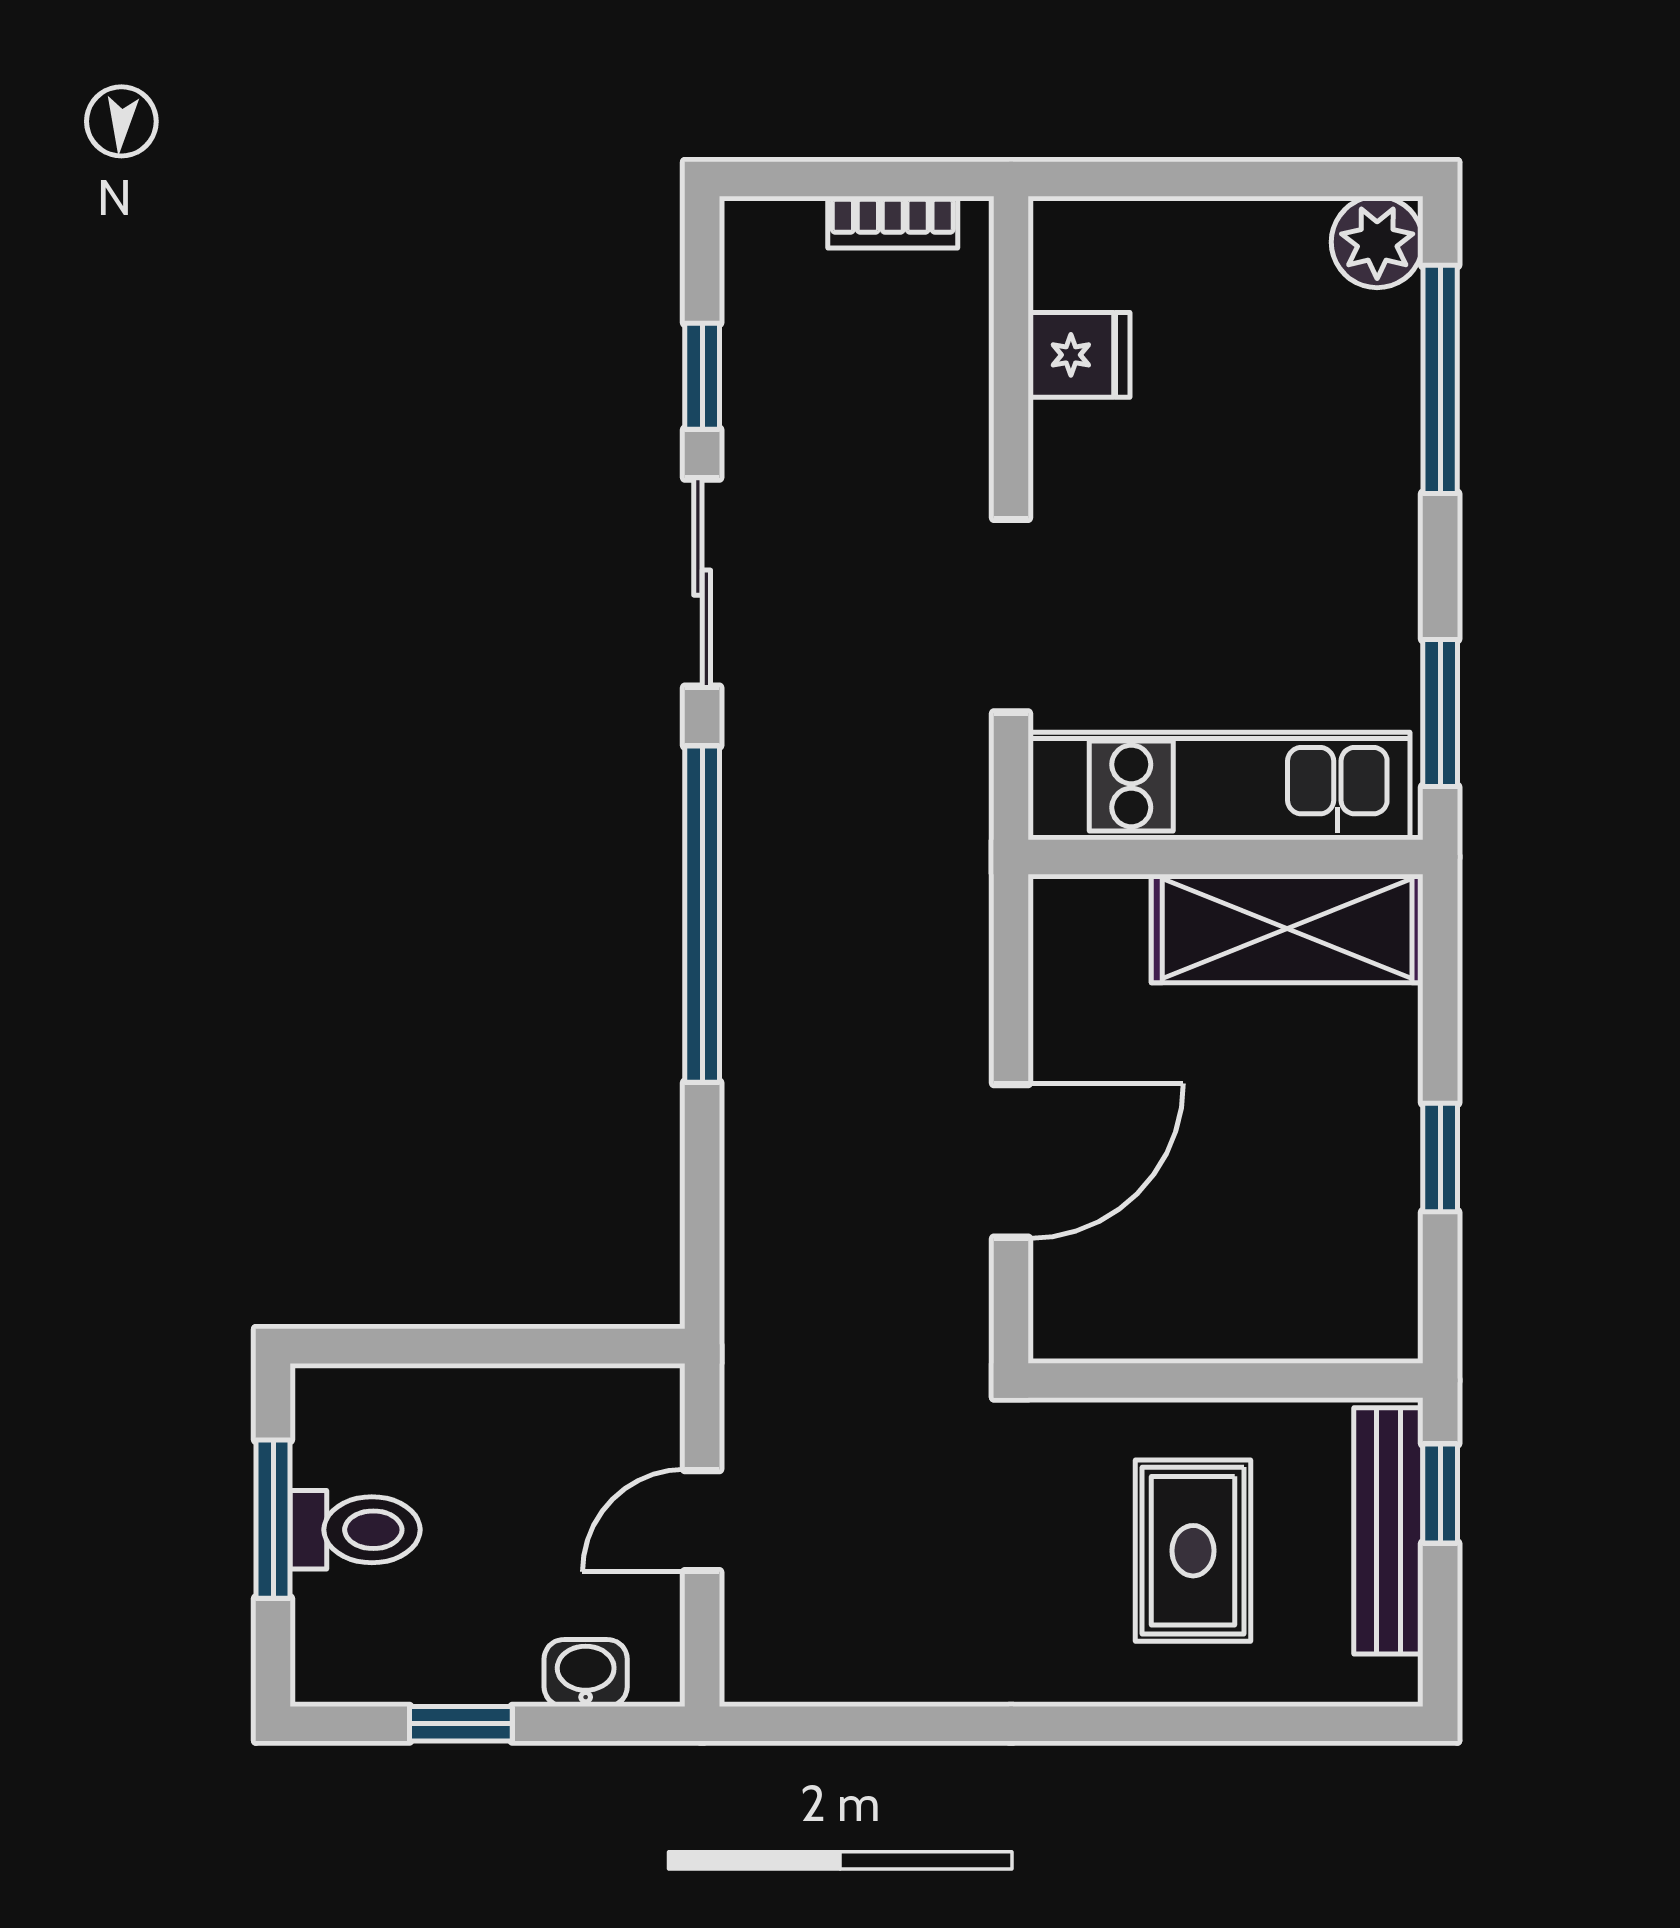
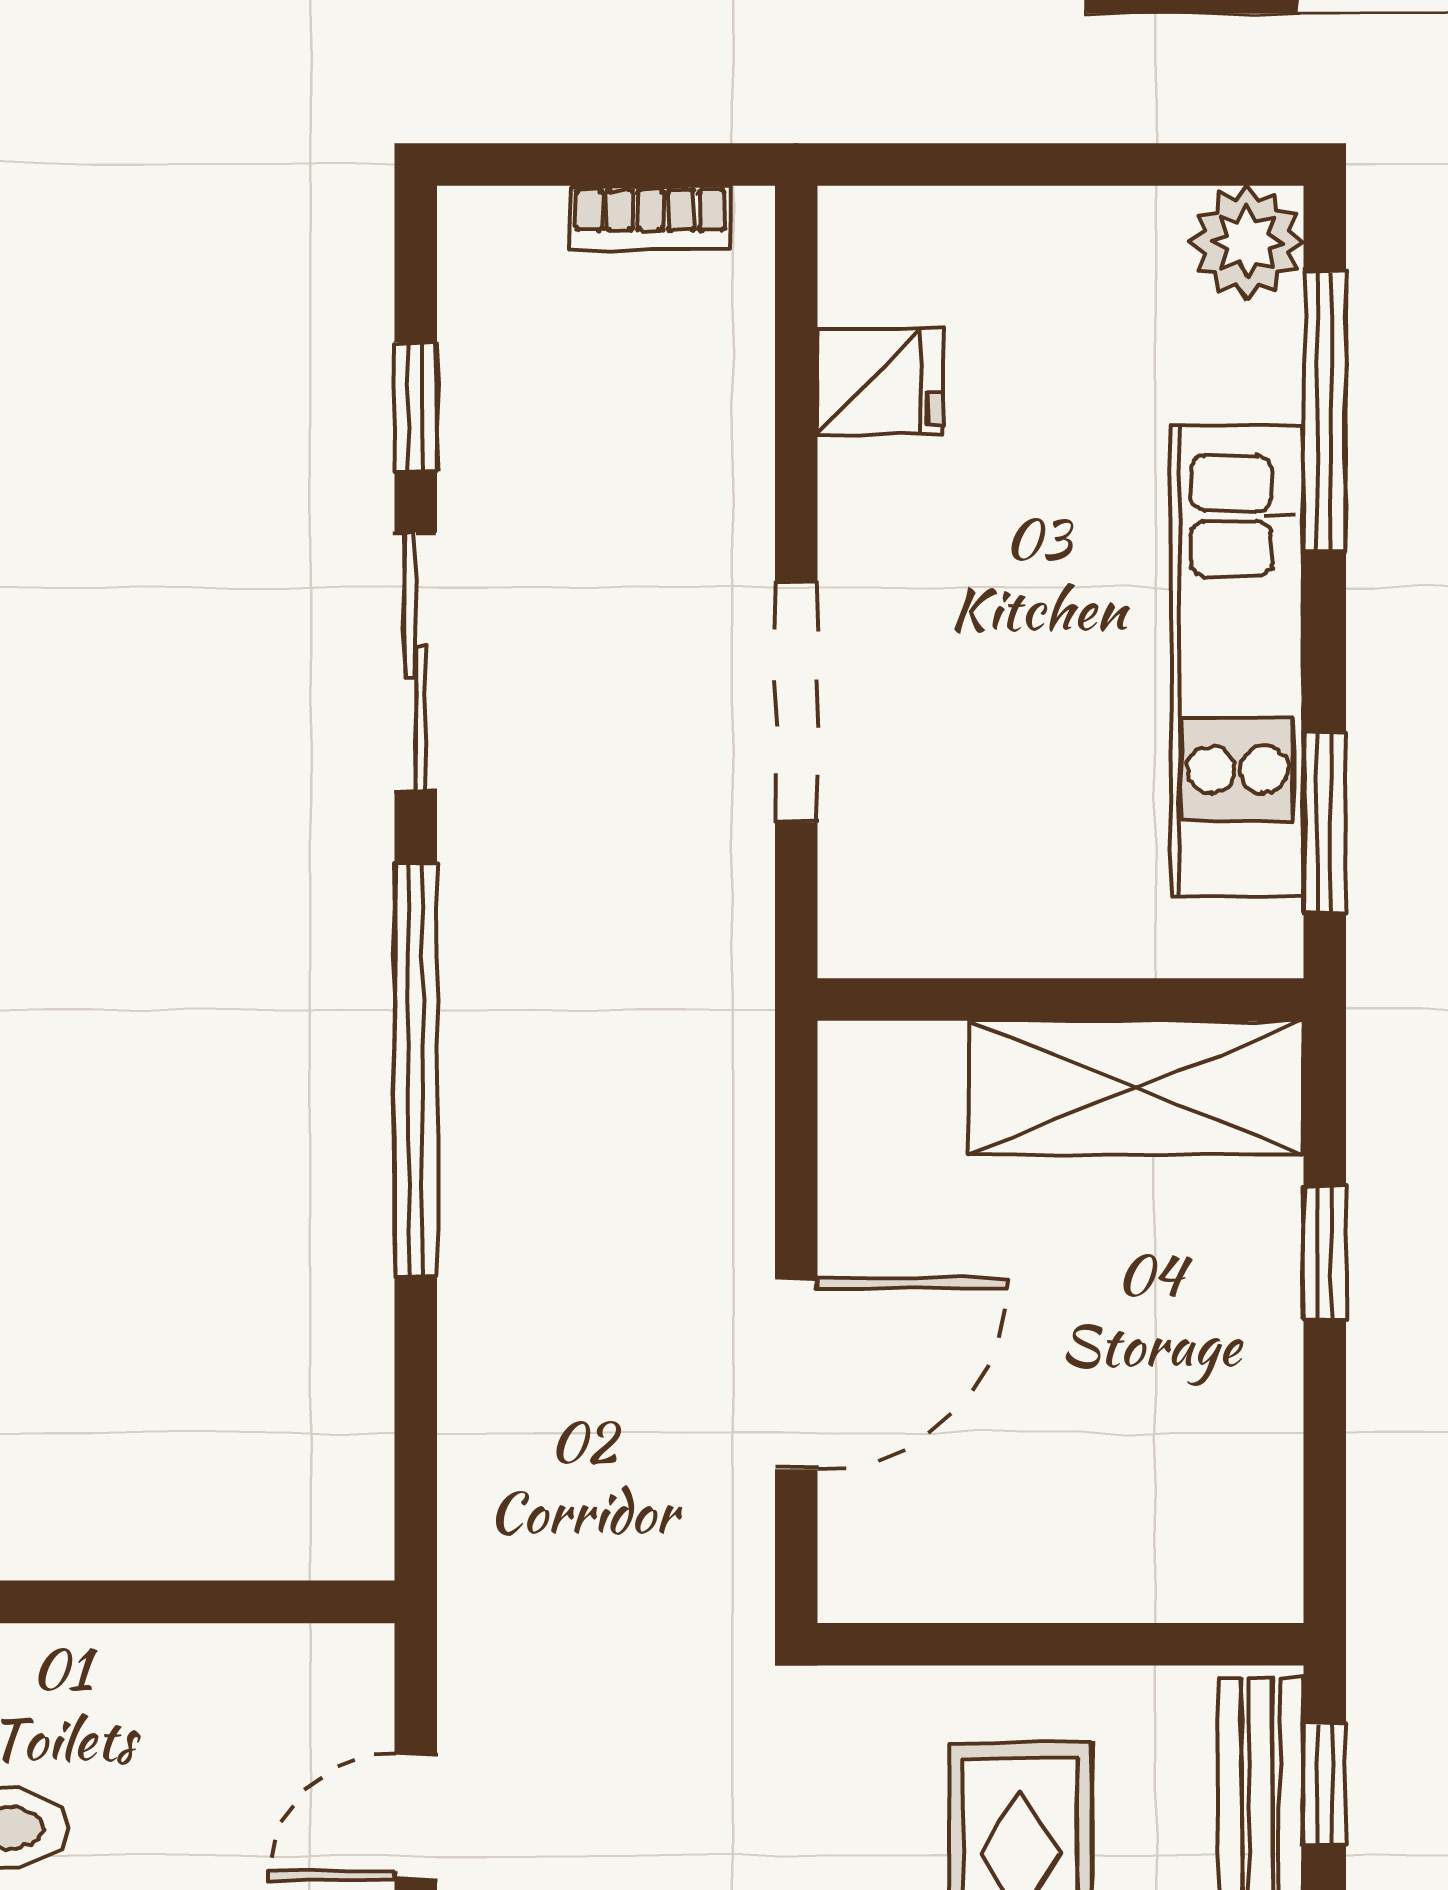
kitchen unit: (1219, 786) -> (1237, 661), moved, turned -90
window: (1440, 1157) -> (1325, 1253), moved

